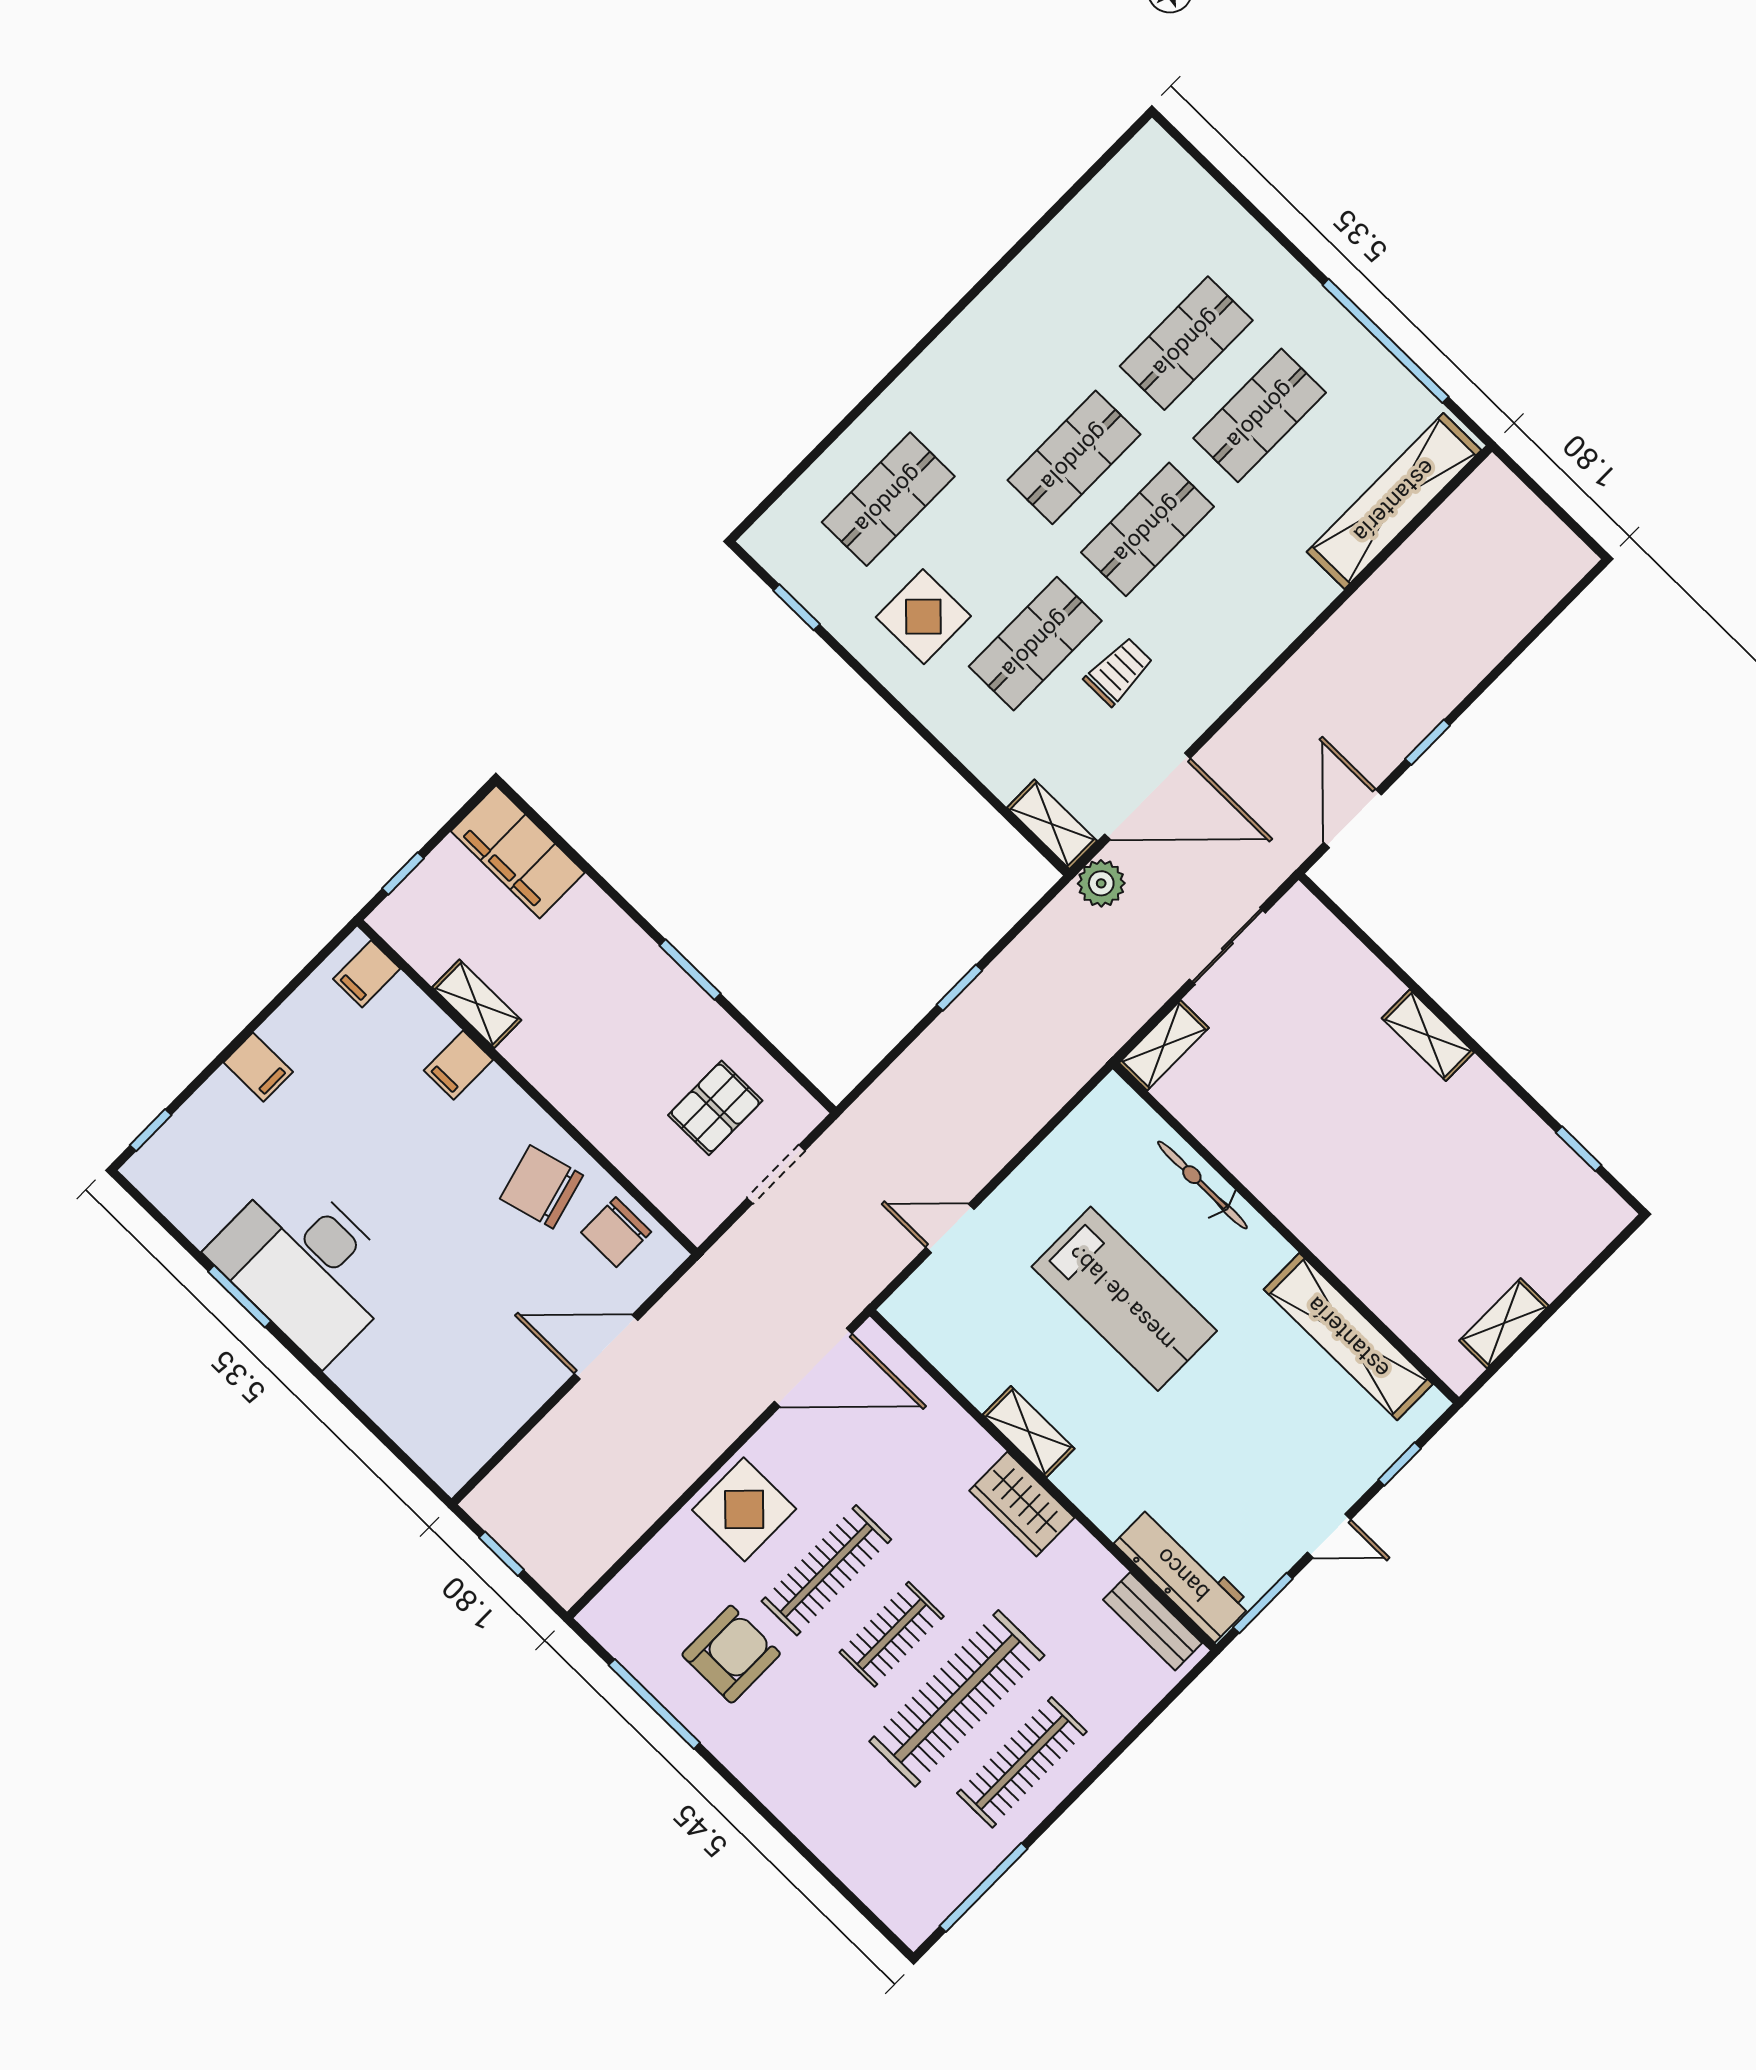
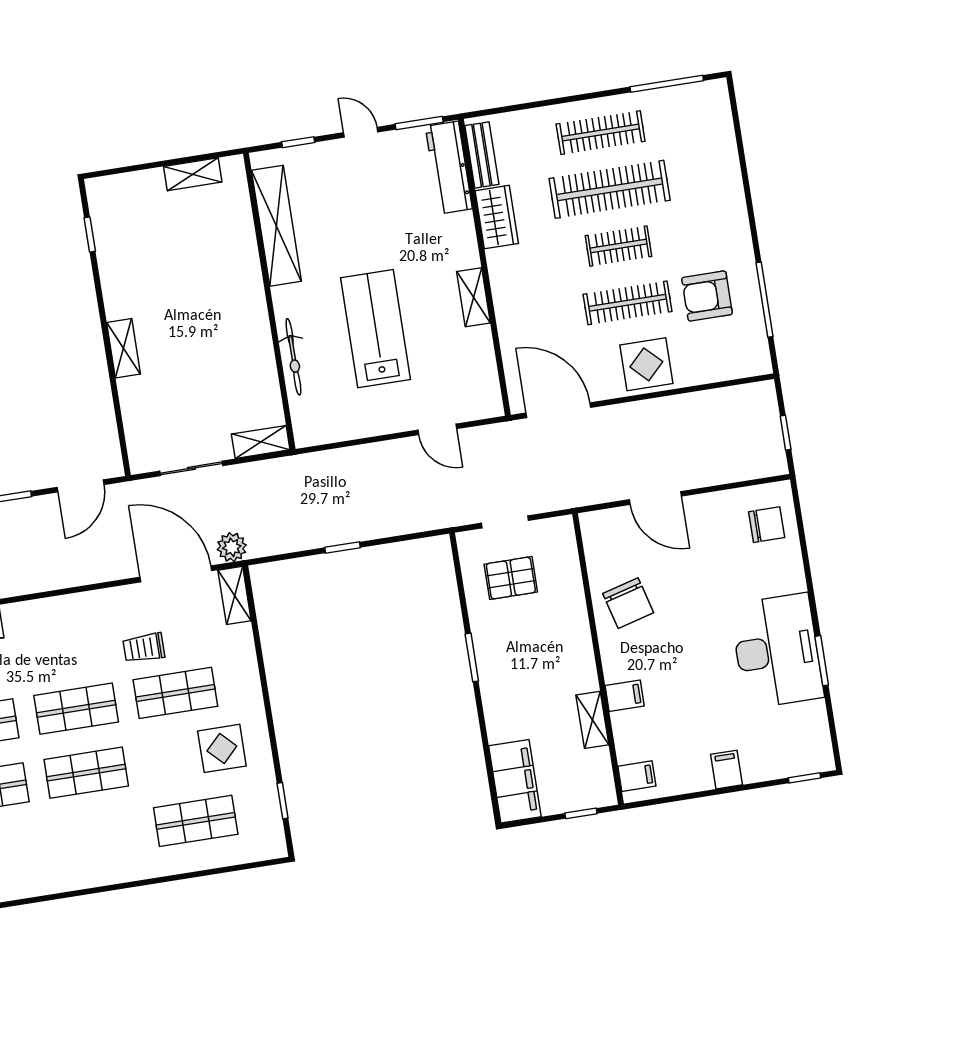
chair: (616, 1232) -> (767, 525), moved
wardrobe: (1022, 1504) -> (497, 217), moved

